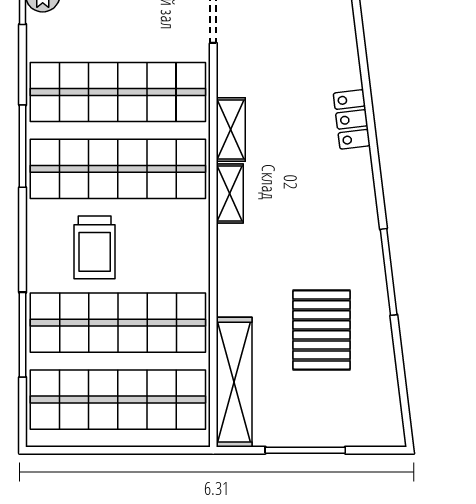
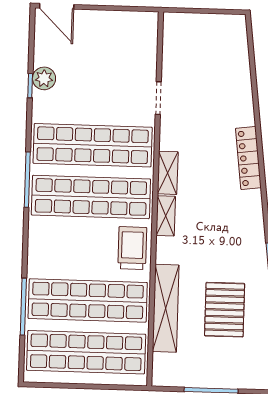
locker: (352, 119) -> (248, 158), width x1.53
trolley: (95, 247) -> (132, 248), moved, turned 180
shelving: (234, 382) -> (166, 308), moved

